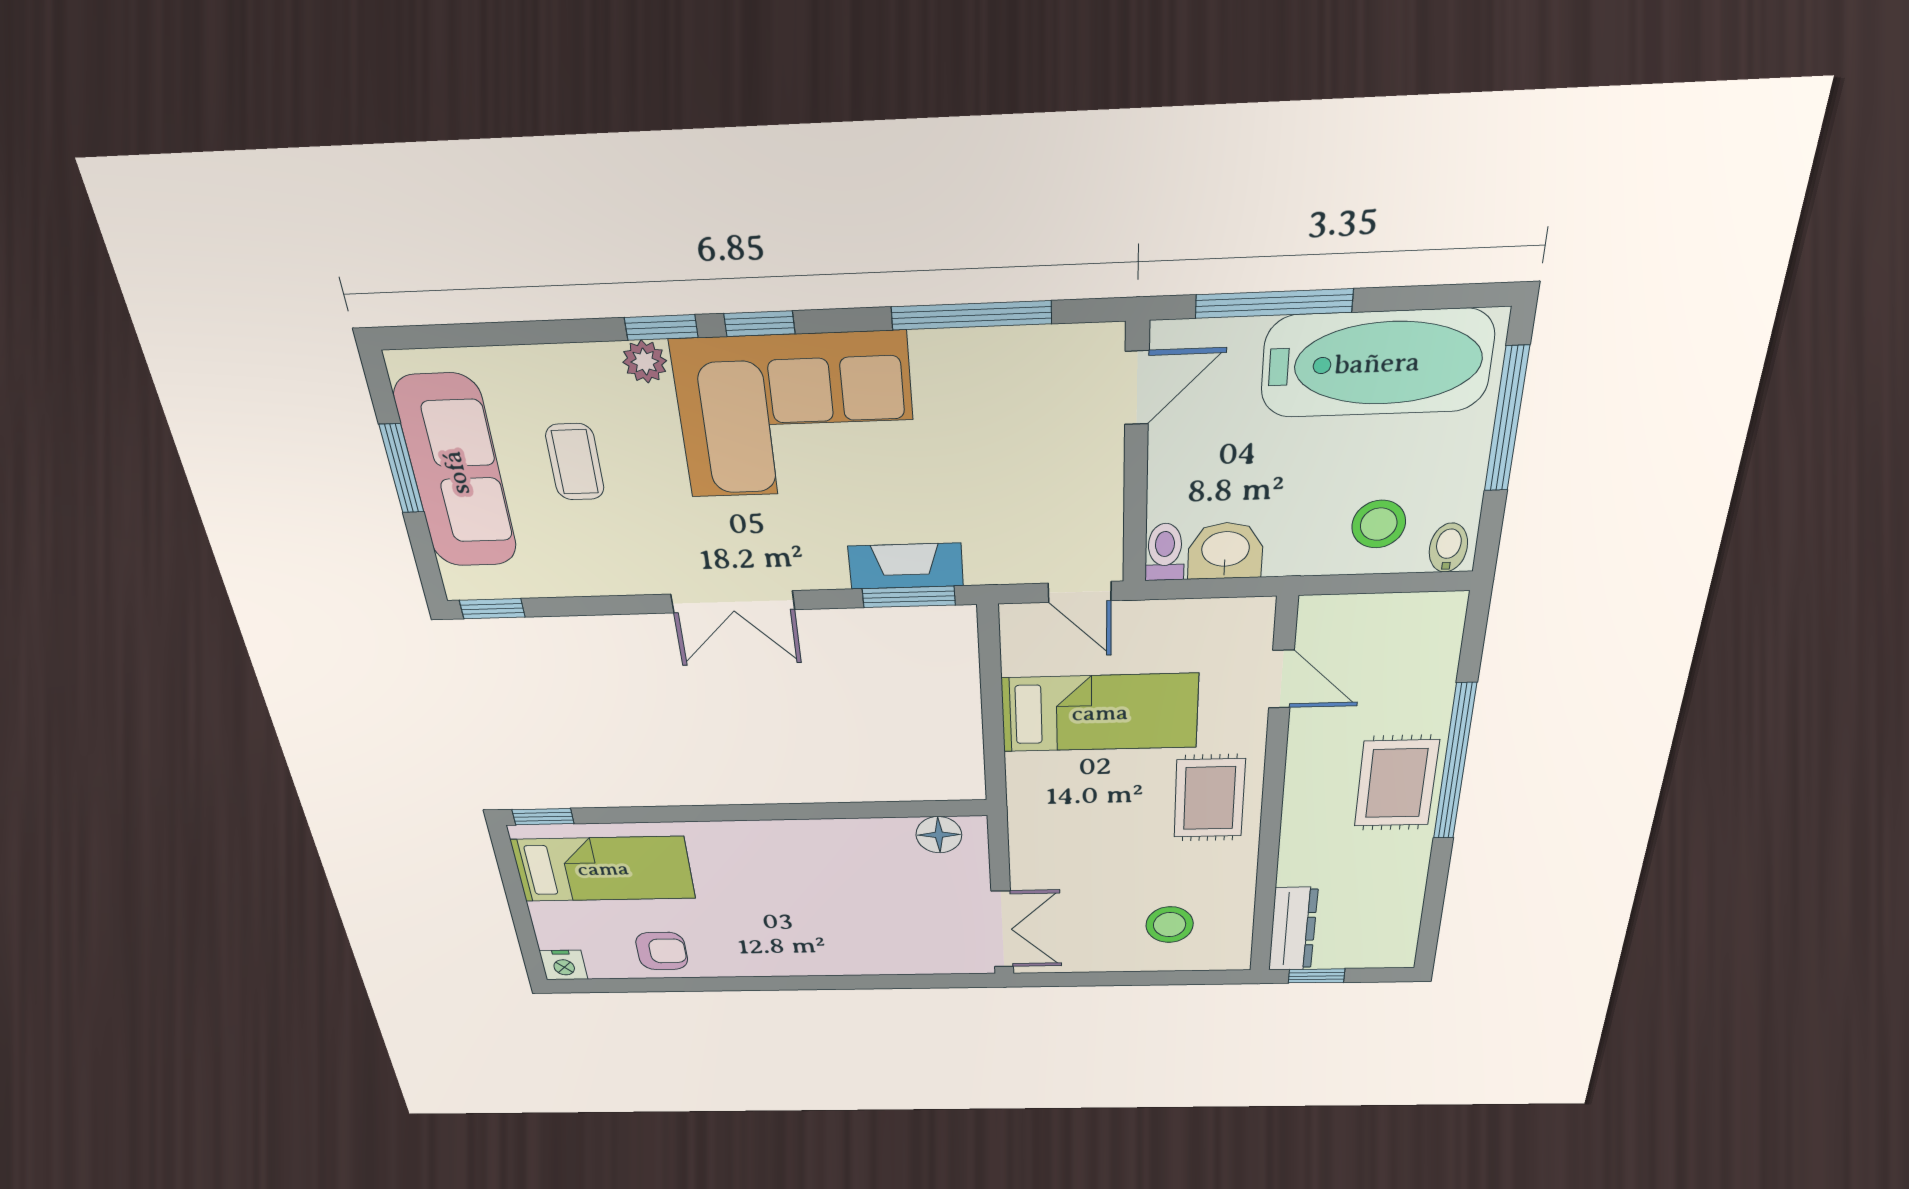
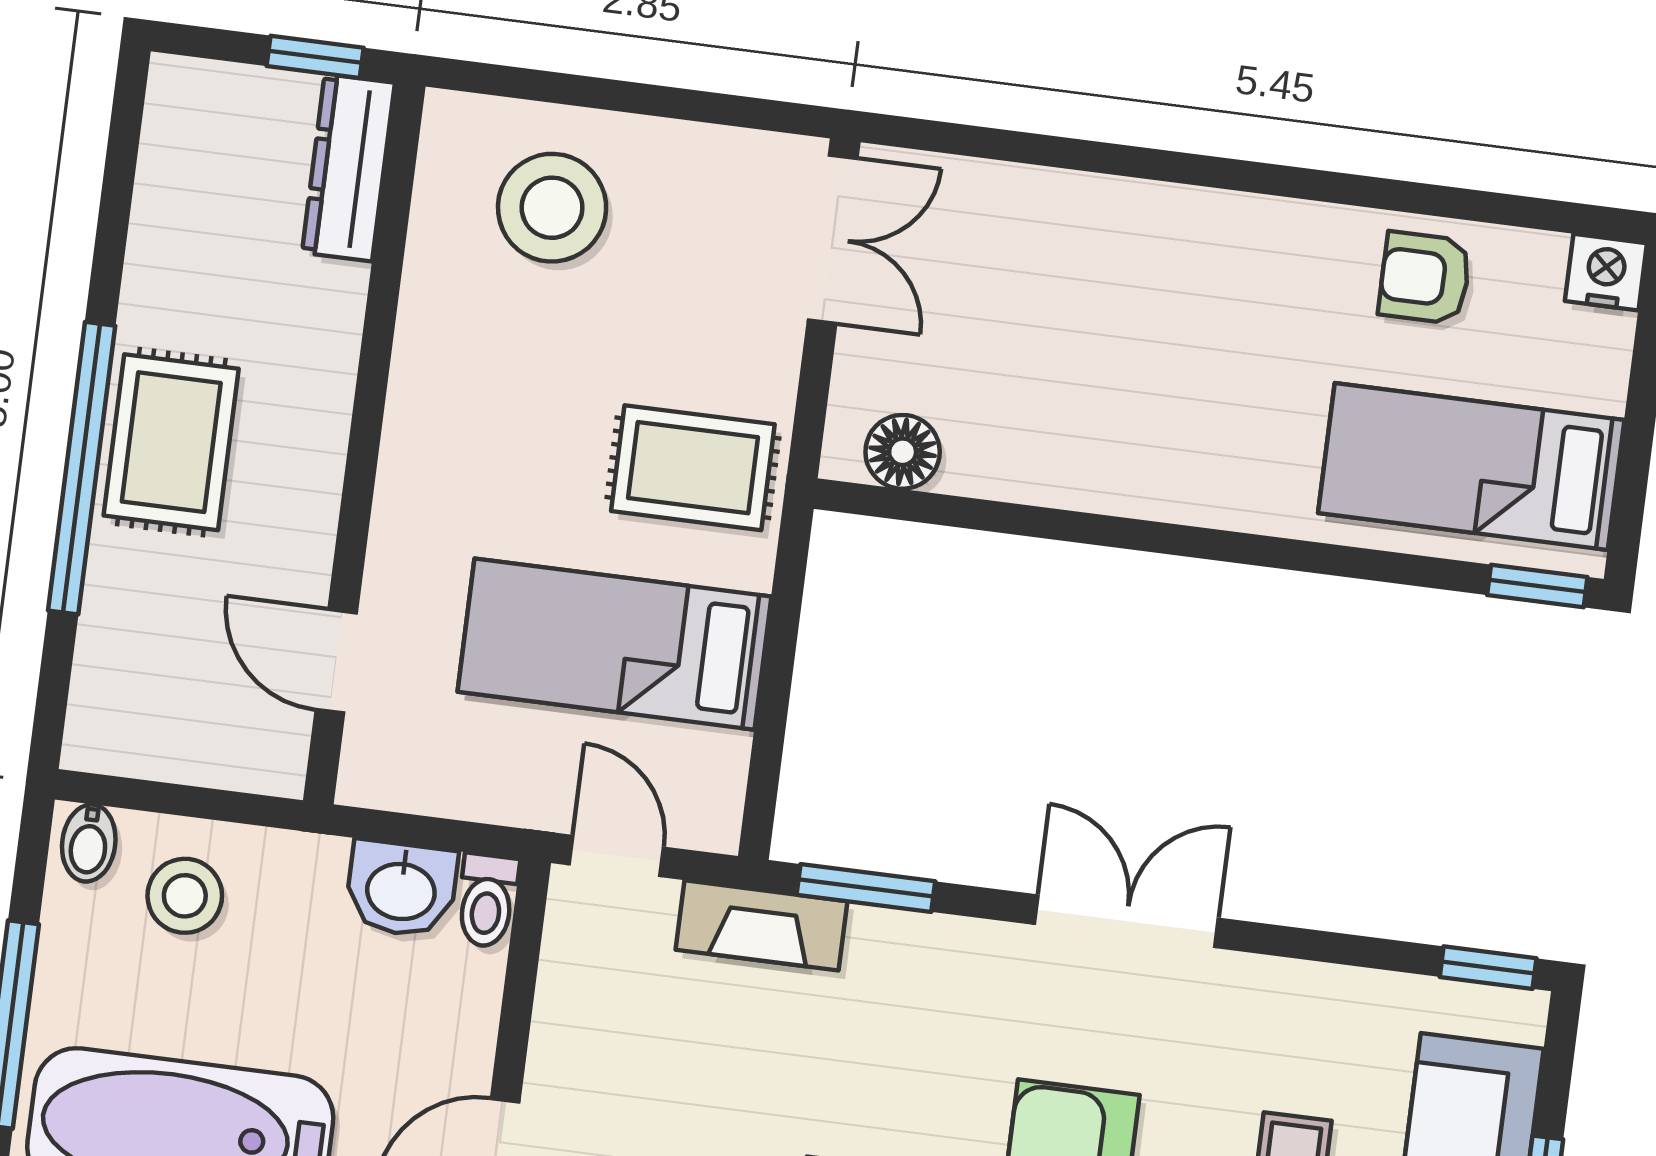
fireplace: (906, 566) -> (762, 925), moved
rug: (1209, 798) -> (693, 468), moved, turned 90
stool: (1170, 925) -> (552, 208), width x1.38, depth x1.38
double door: (1002, 929) -> (833, 239), swing flipped

